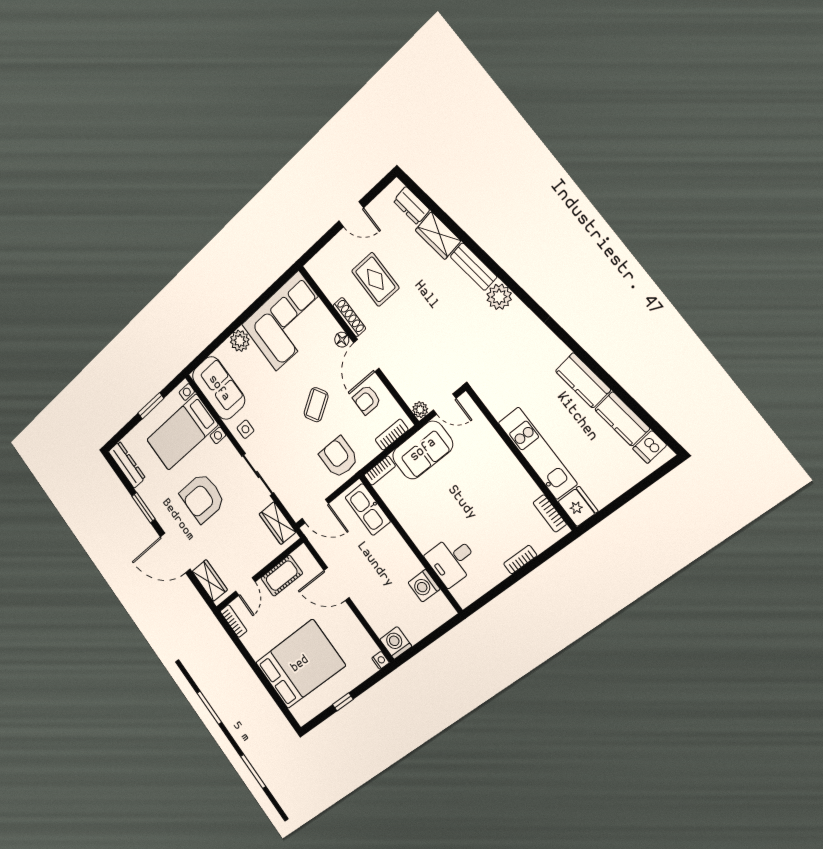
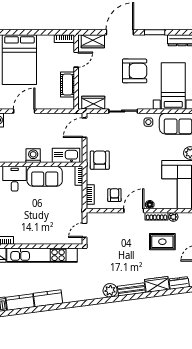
door: (366, 355) -> (134, 211), hinge flipped
coffee table: (316, 405) -> (131, 168), removed
plant: (420, 410) -> (173, 217), moved
sofa: (423, 450) -> (45, 176), moved, turned -90
kitchen unit: (538, 453) -> (42, 255), width x1.36
armchair: (339, 457) -> (100, 160), turned -90
armchair: (202, 498) -> (135, 71), turned 90
door: (337, 584) -> (24, 111), moved
washing machine: (424, 586) -> (33, 156), moved
door: (245, 587) -> (76, 60), swing flipped

